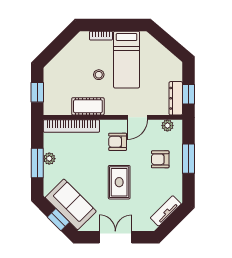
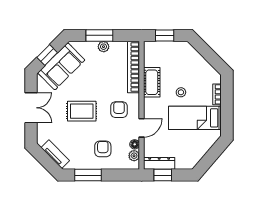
door: (137, 117) -> (142, 128), swing flipped
floor lamp: (155, 125) -> (135, 144), added
window: (188, 159) -> (88, 175), moved

